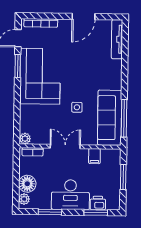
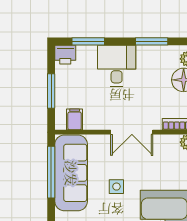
filing cabinet: (94, 156) -> (75, 119), moved
desk: (70, 195) -> (117, 66), width x0.73
printer: (98, 203) -> (65, 55), moved

